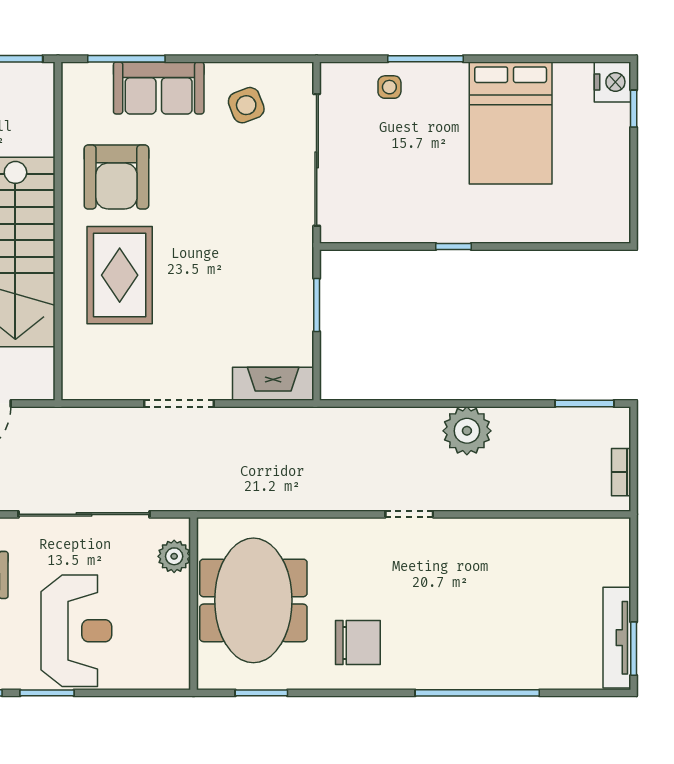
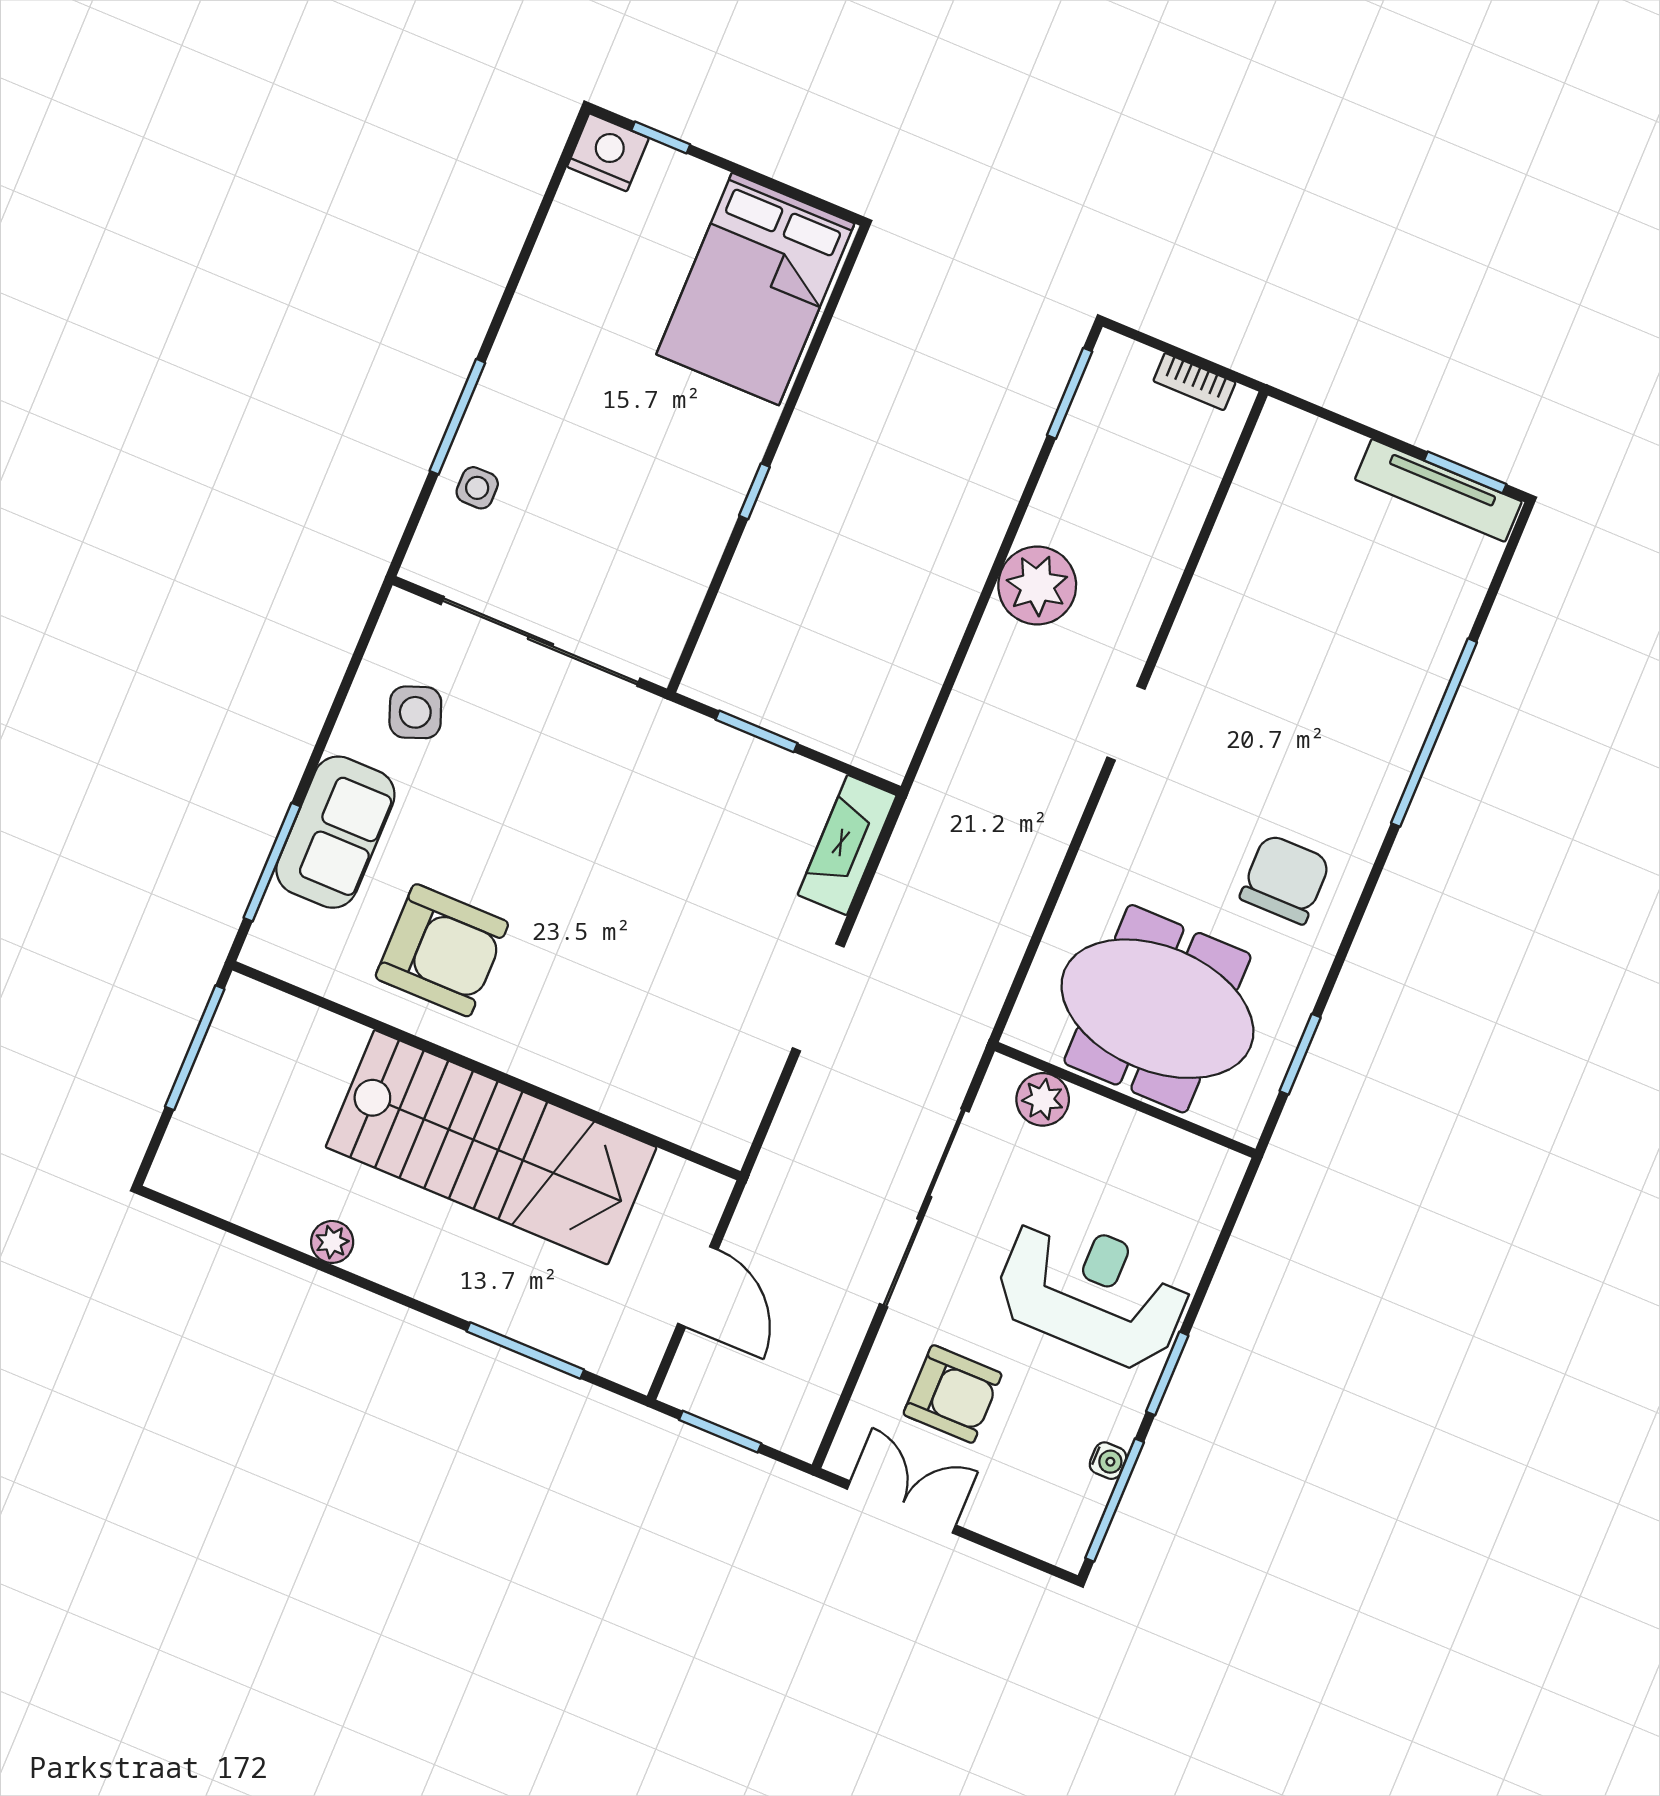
bed: (511, 123) -> (755, 289), moved, turned 90
rug: (120, 275) -> (590, 1006), removed

